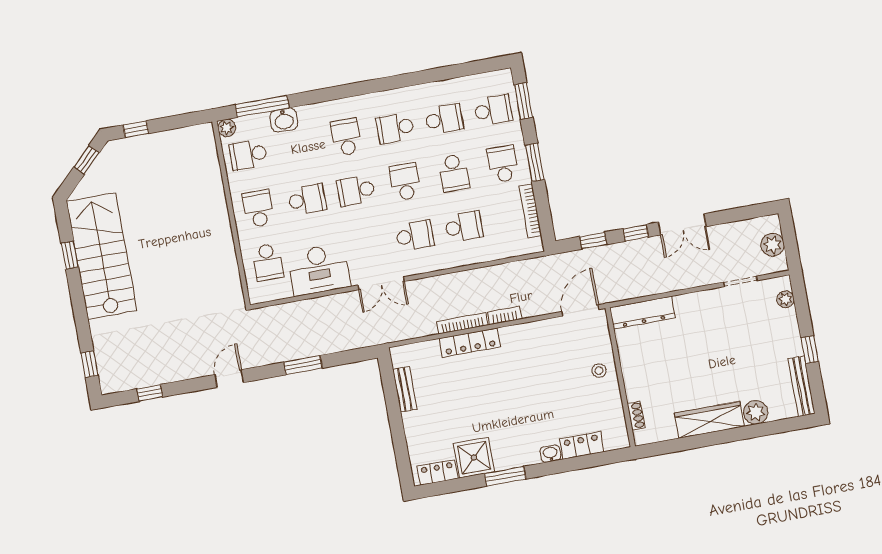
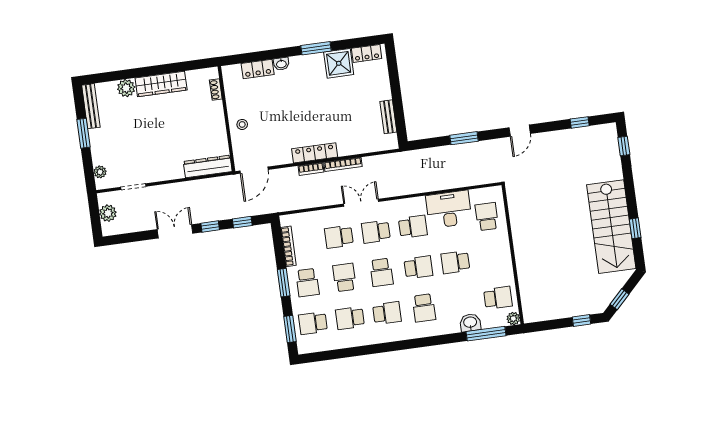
school desk: (258, 208) -> (413, 227), moved, turned -90
double door: (381, 283) -> (361, 203), moved
locker: (470, 343) -> (315, 153), moved
window: (810, 350) -> (84, 133), width x1.50

